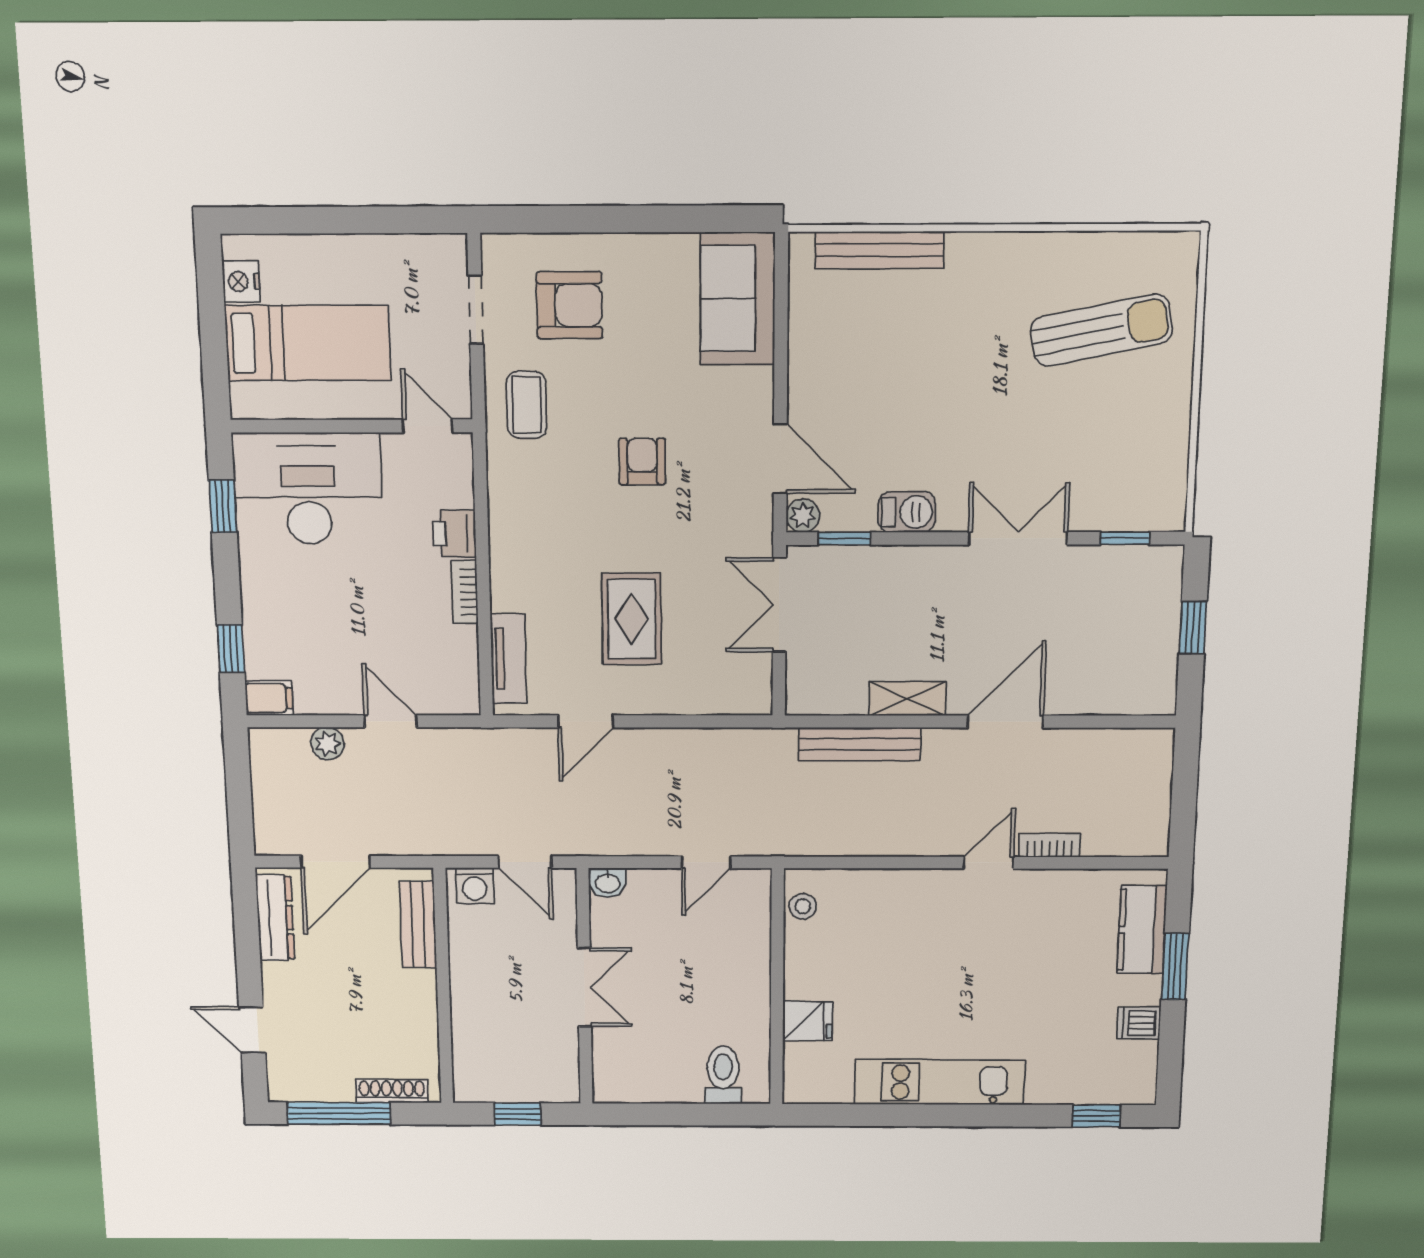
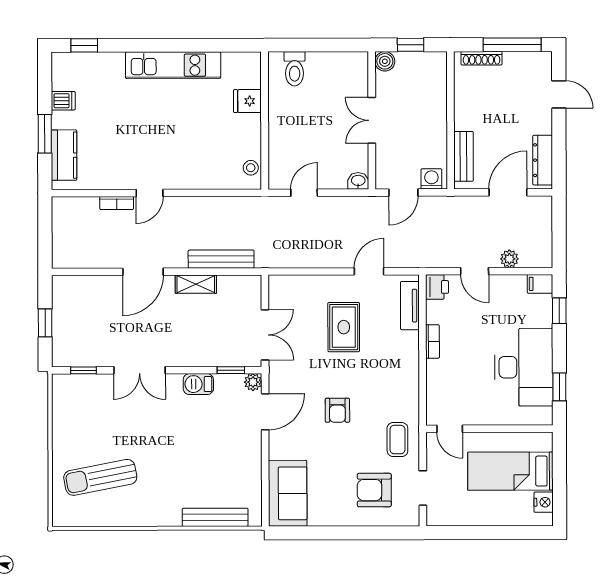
door: (780, 459) -> (265, 412), swing flipped
desk: (308, 488) -> (524, 367), moved, turned -90
printer: (454, 534) -> (437, 287), moved
door: (525, 862) -> (403, 193), swing flipped
boiler: (563, 1087) -> (385, 61), added

